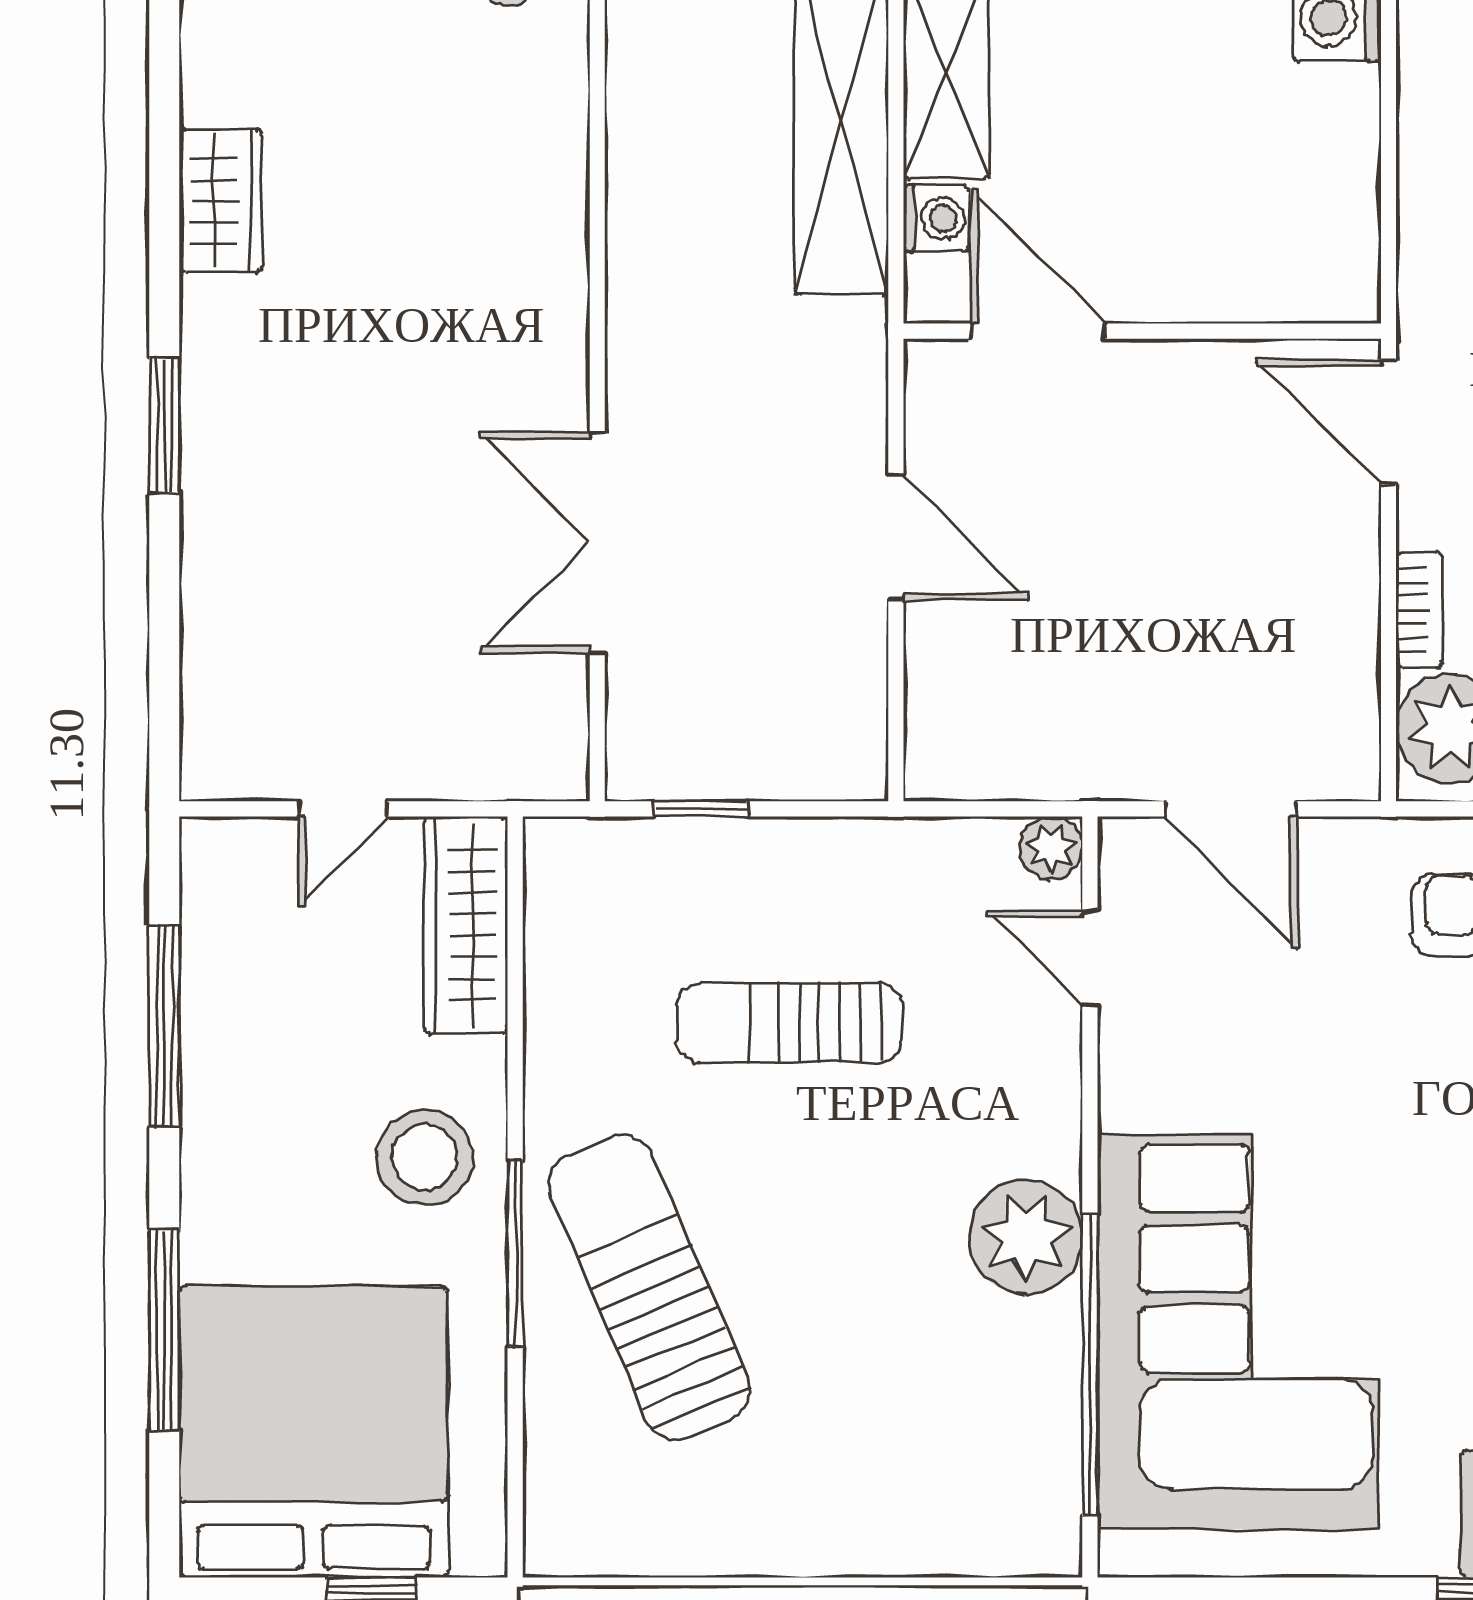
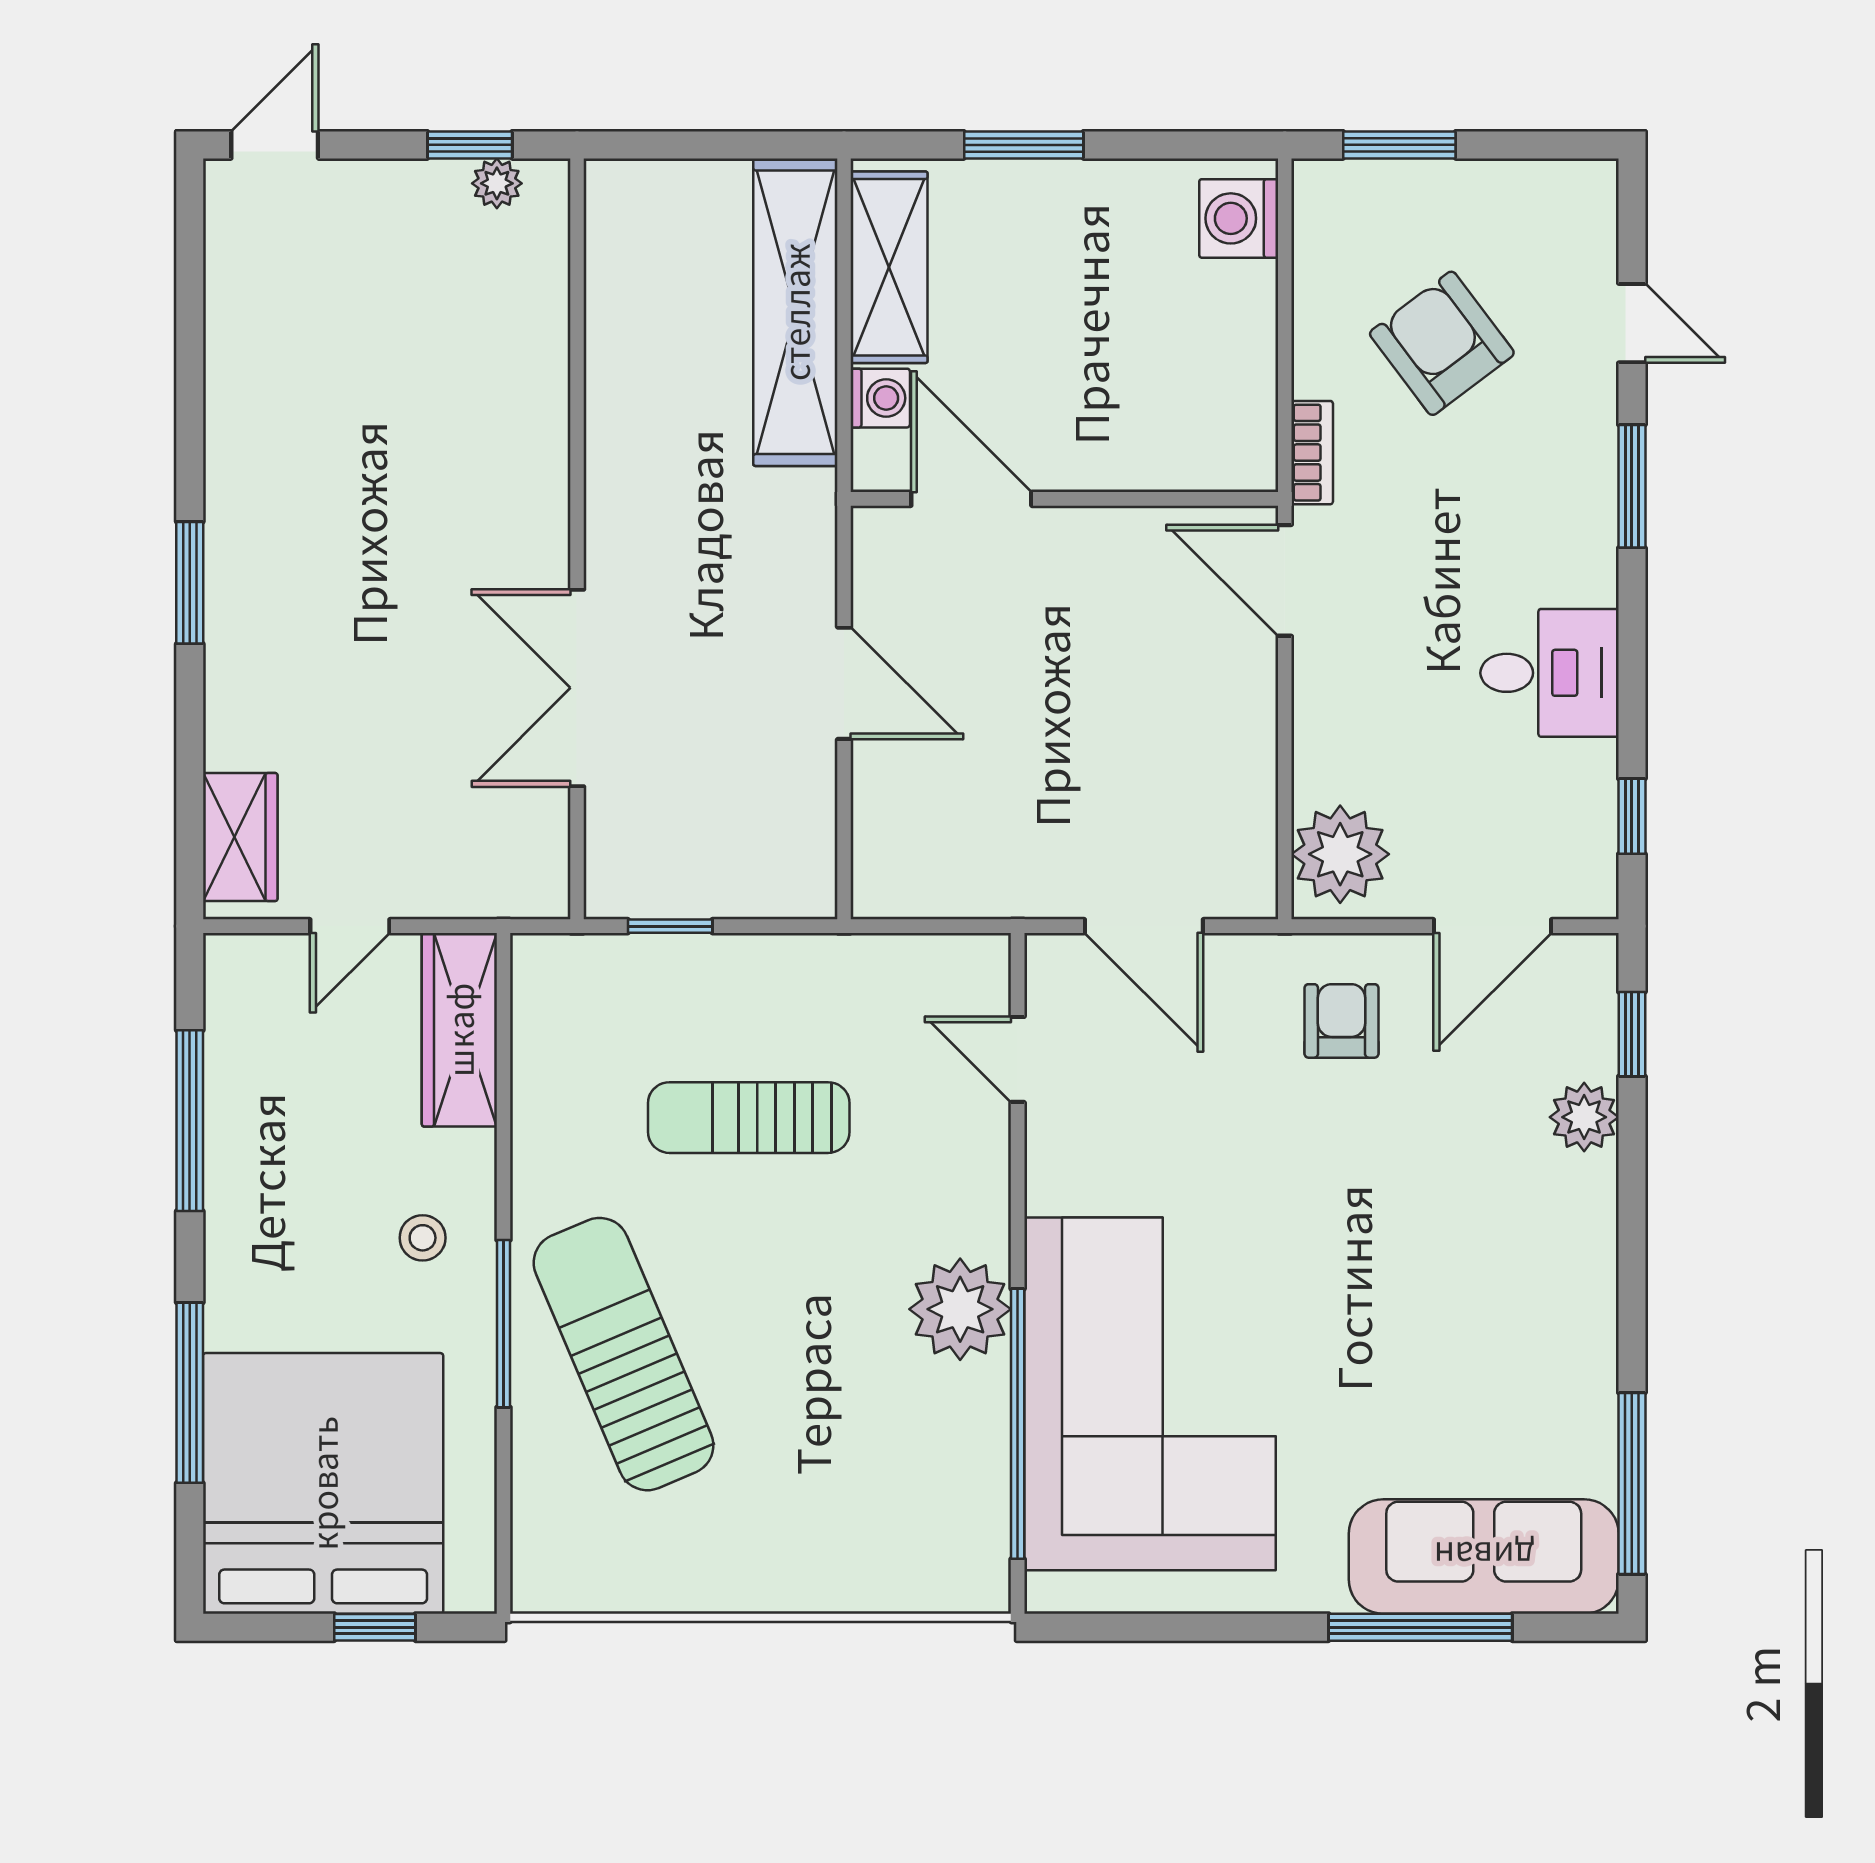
wardrobe: (221, 201) -> (240, 837), moved
bookcase: (1419, 610) -> (1312, 453), moved
plant: (1051, 848) -> (983, 961), removed
stool: (425, 1157) -> (423, 1238), width x0.53, depth x0.53

